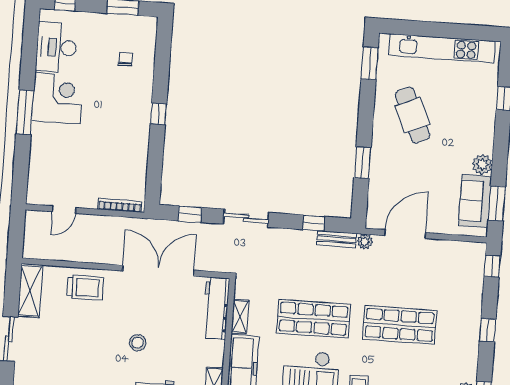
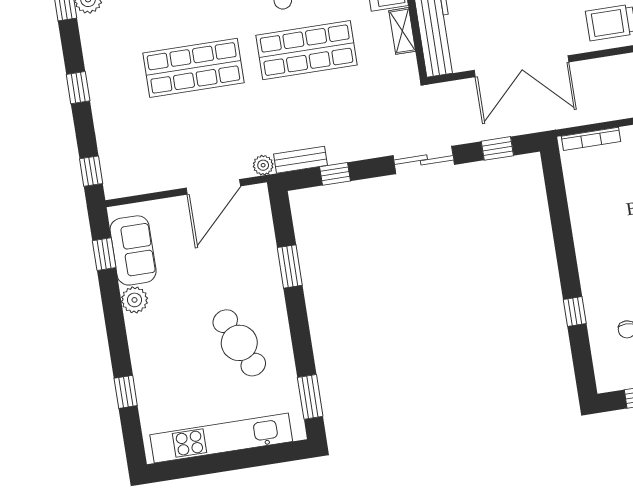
window: (158, 114) -> (575, 312), moved
window: (497, 203) -> (104, 254), width x0.67

